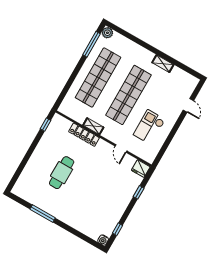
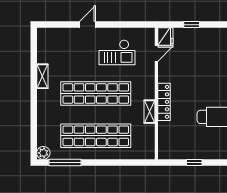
door: (188, 105) -> (87, 25), moved
window: (46, 125) -> (194, 162), moved
locker: (84, 135) -> (164, 102), moved
door: (121, 148) -> (156, 54), moved

